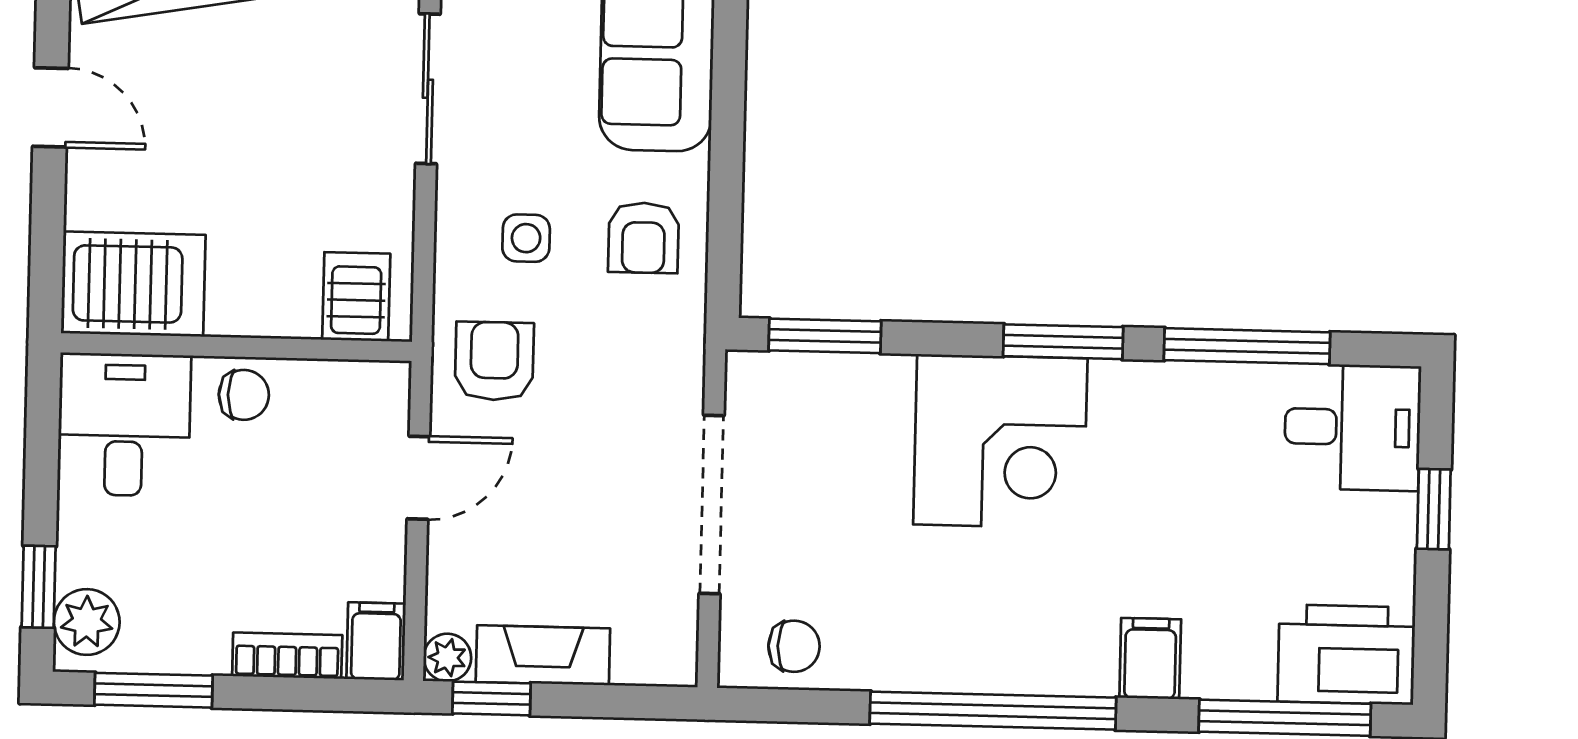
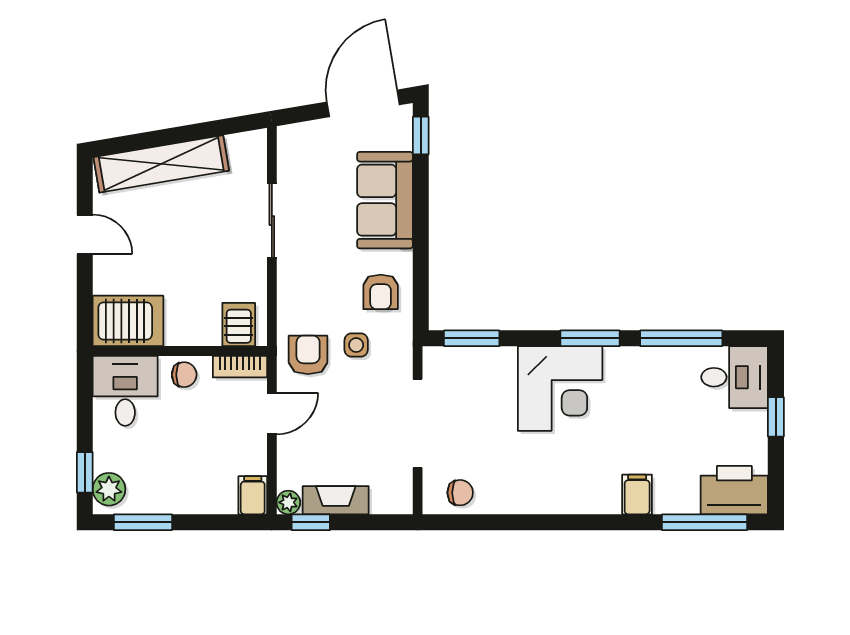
side table: (526, 238) -> (356, 345), moved
bookcase: (287, 656) -> (240, 367), moved, turned 180
window: (993, 711) -> (560, 522), removed

